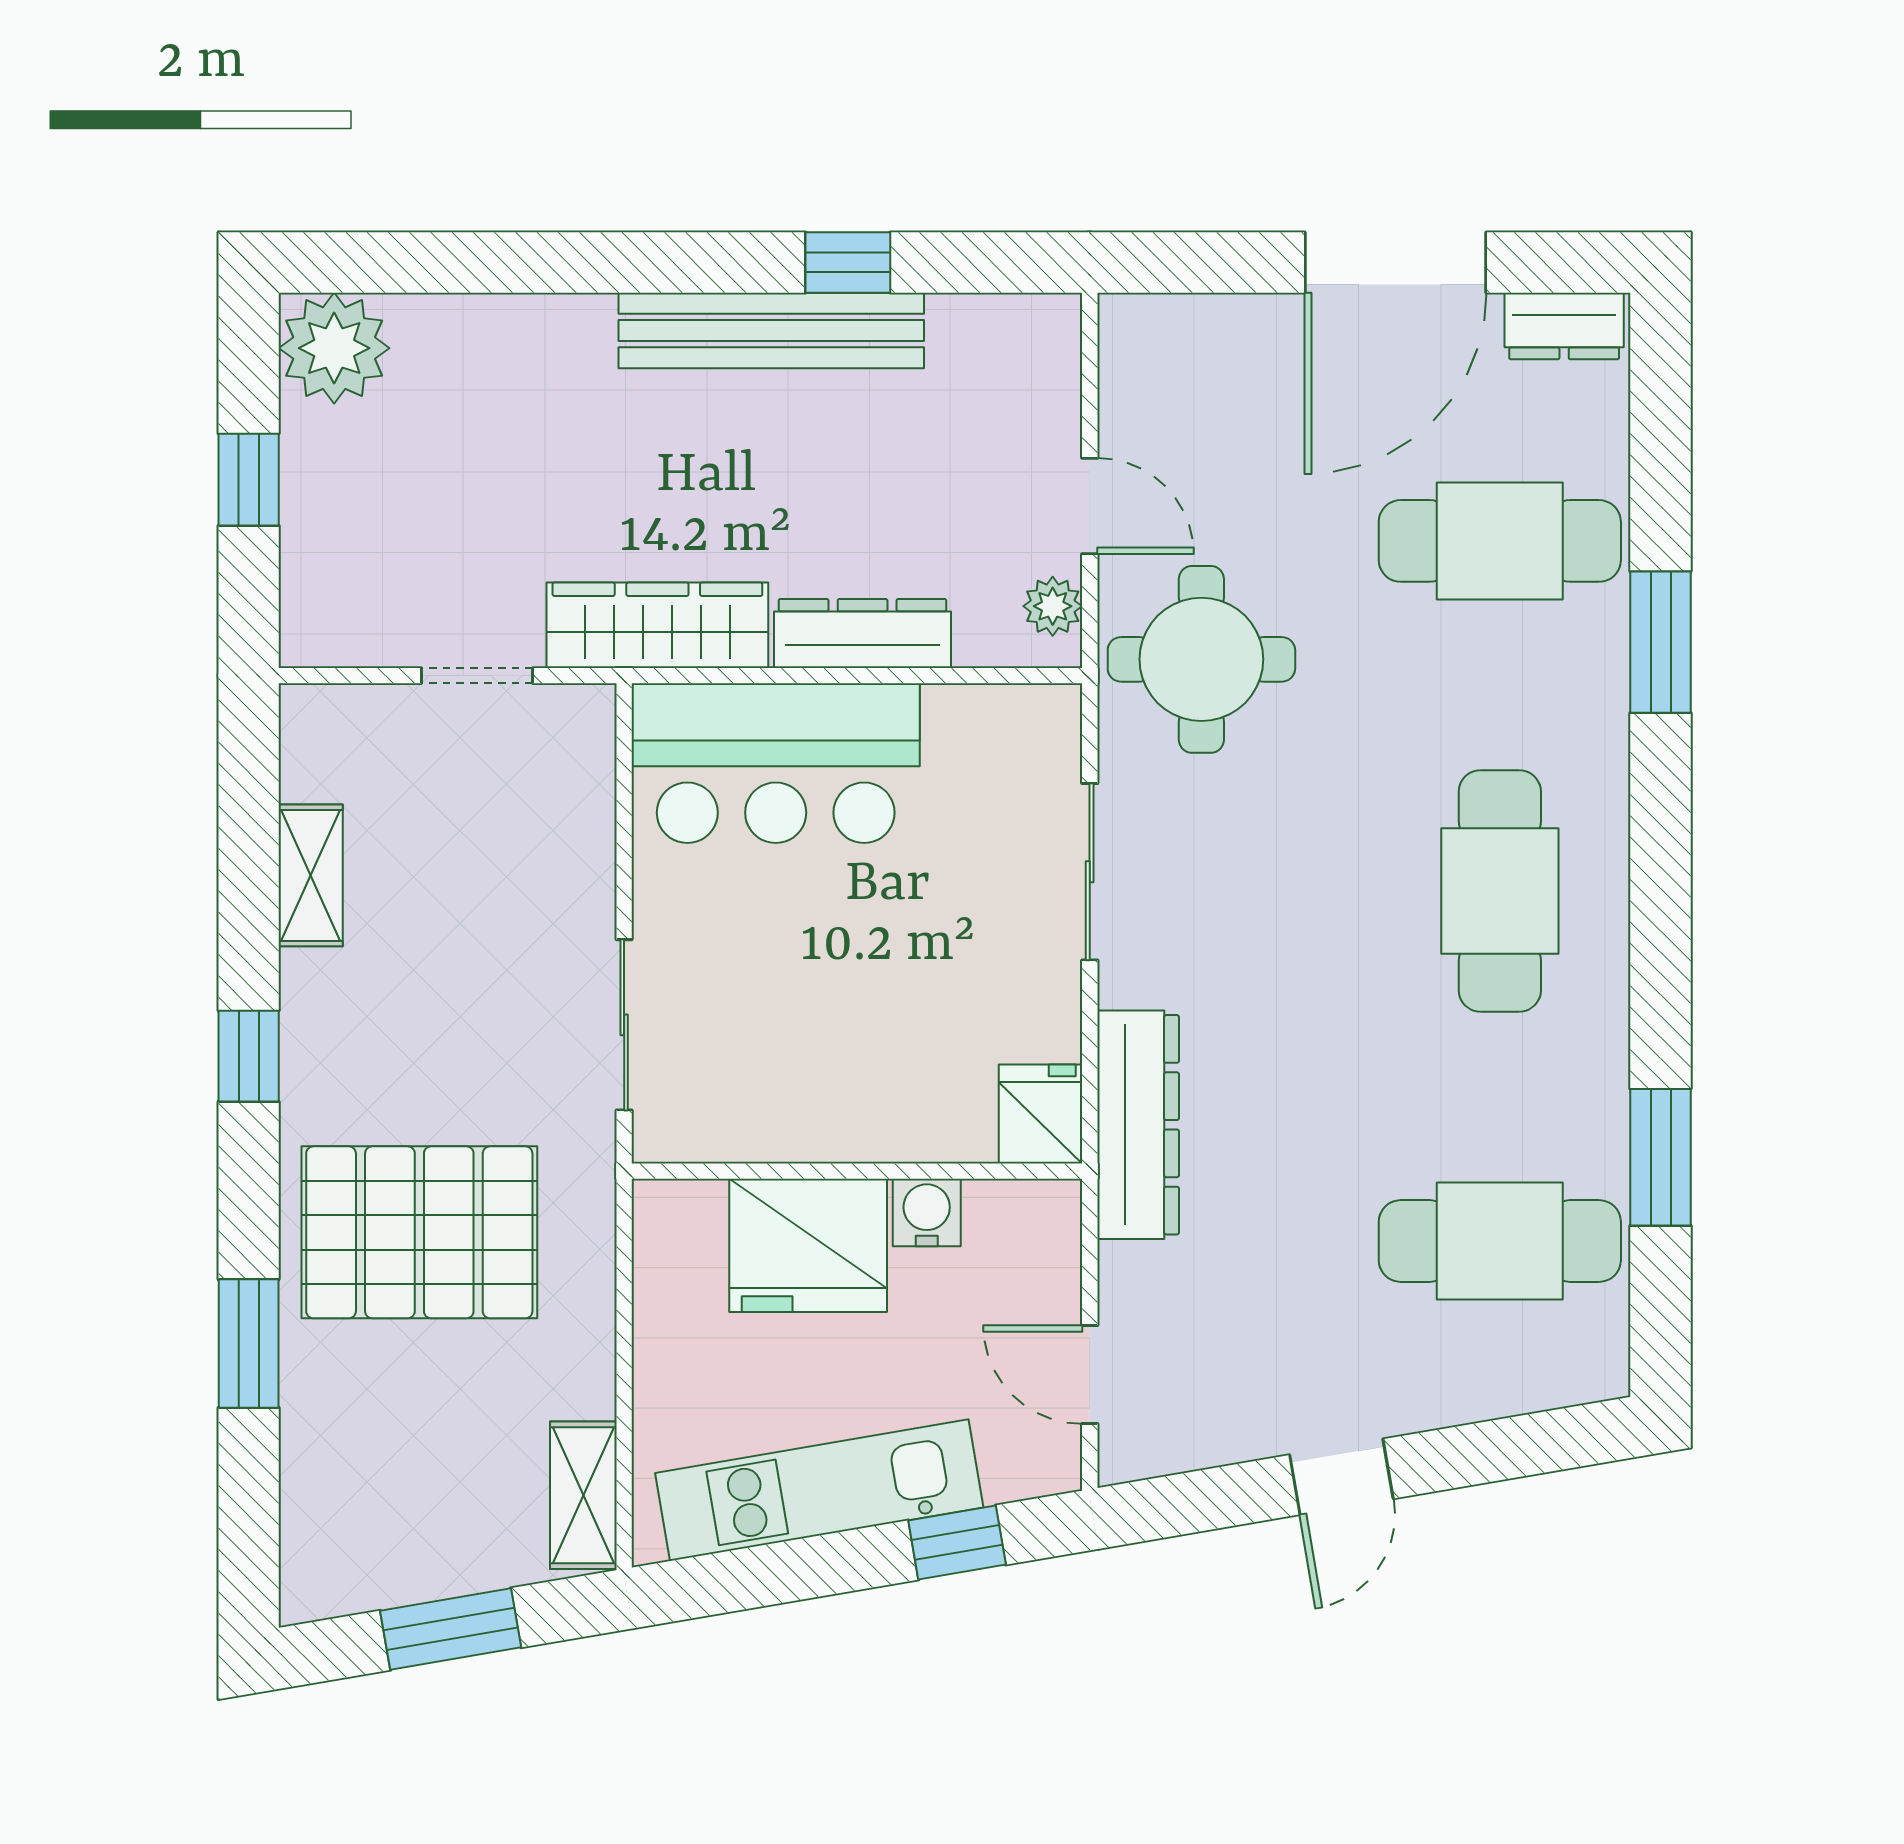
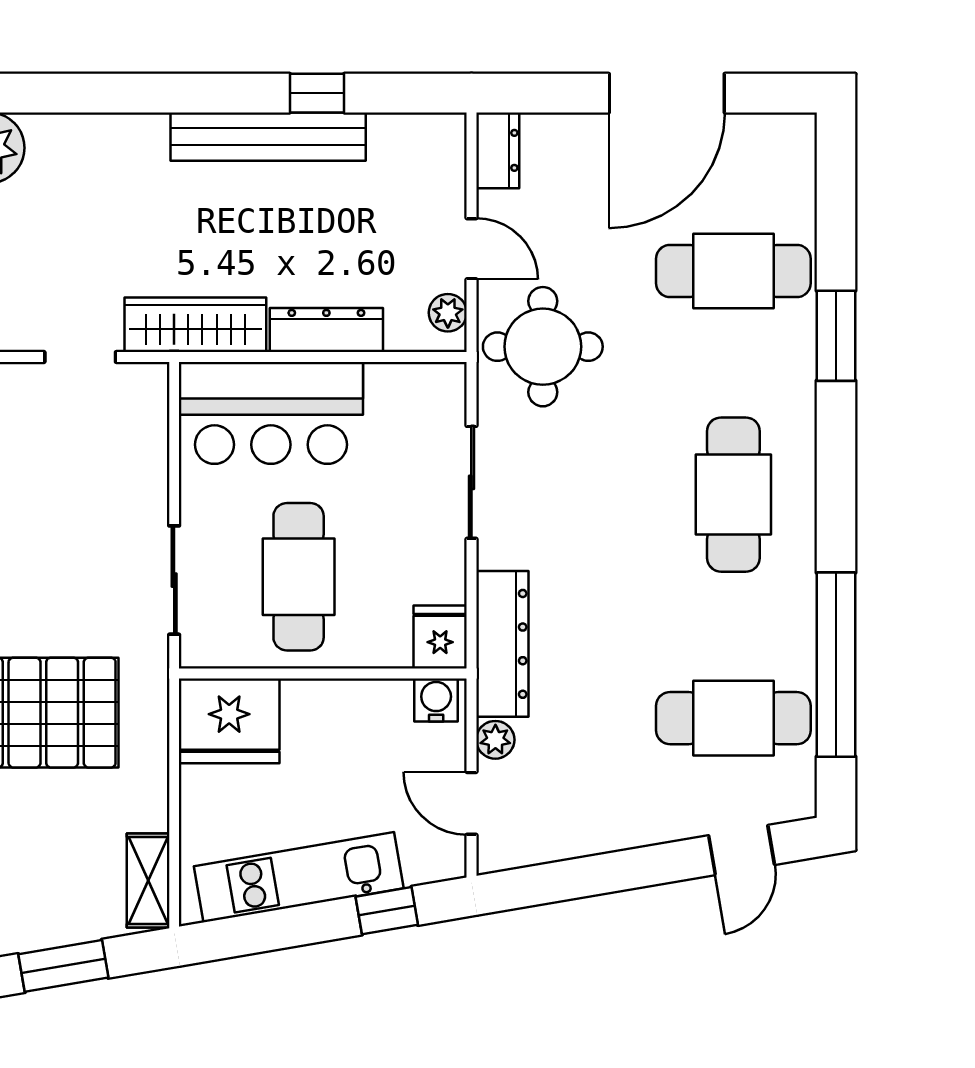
dresser: (1564, 326) -> (498, 150), moved, turned -90
cafe table: (819, 1020) -> (299, 577), added
window: (1661, 1157) -> (836, 665), width x2.11
water cooler: (927, 1213) -> (436, 700), moved
fridge: (808, 1245) -> (229, 721), moved
plant: (1127, 1275) -> (495, 740), added
door: (1341, 1477) -> (741, 850), moved

